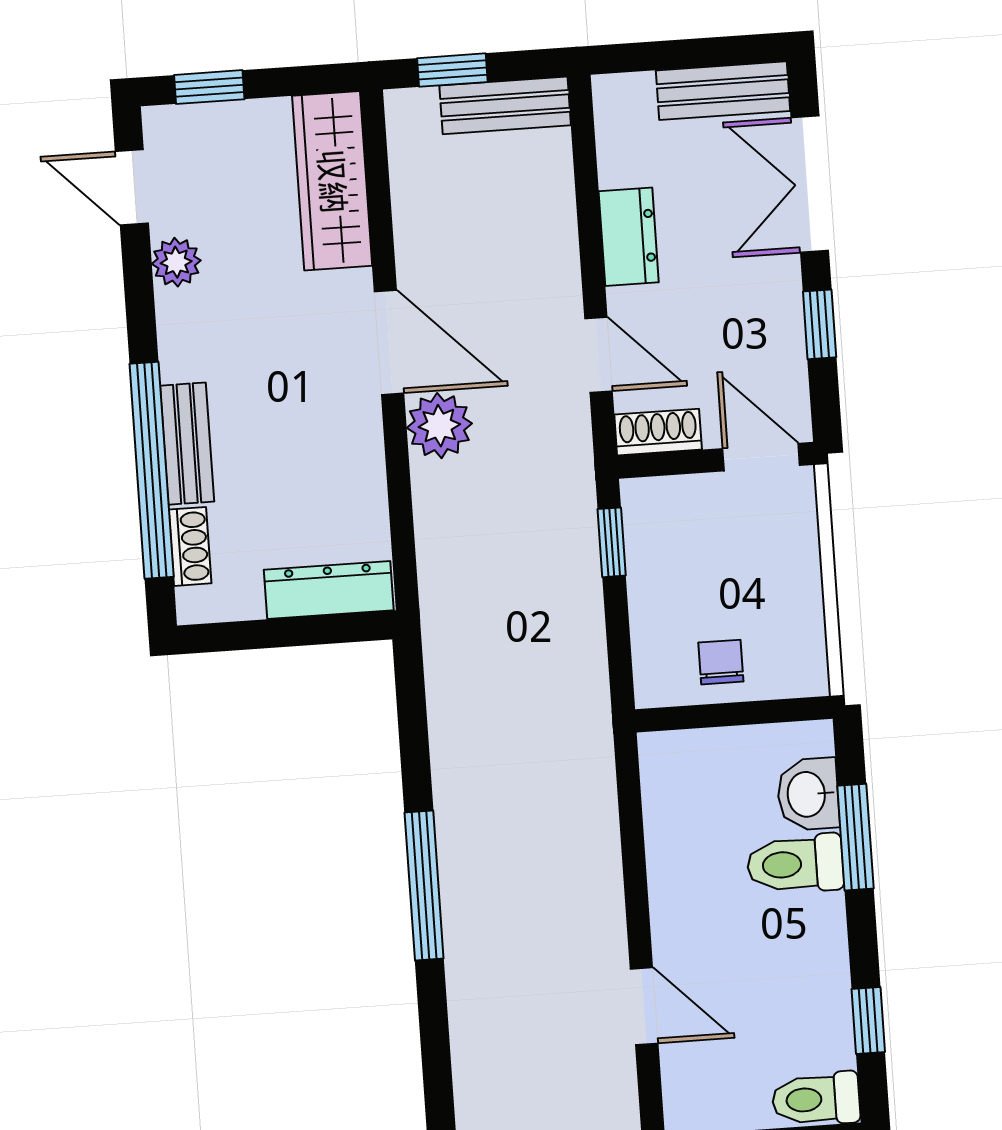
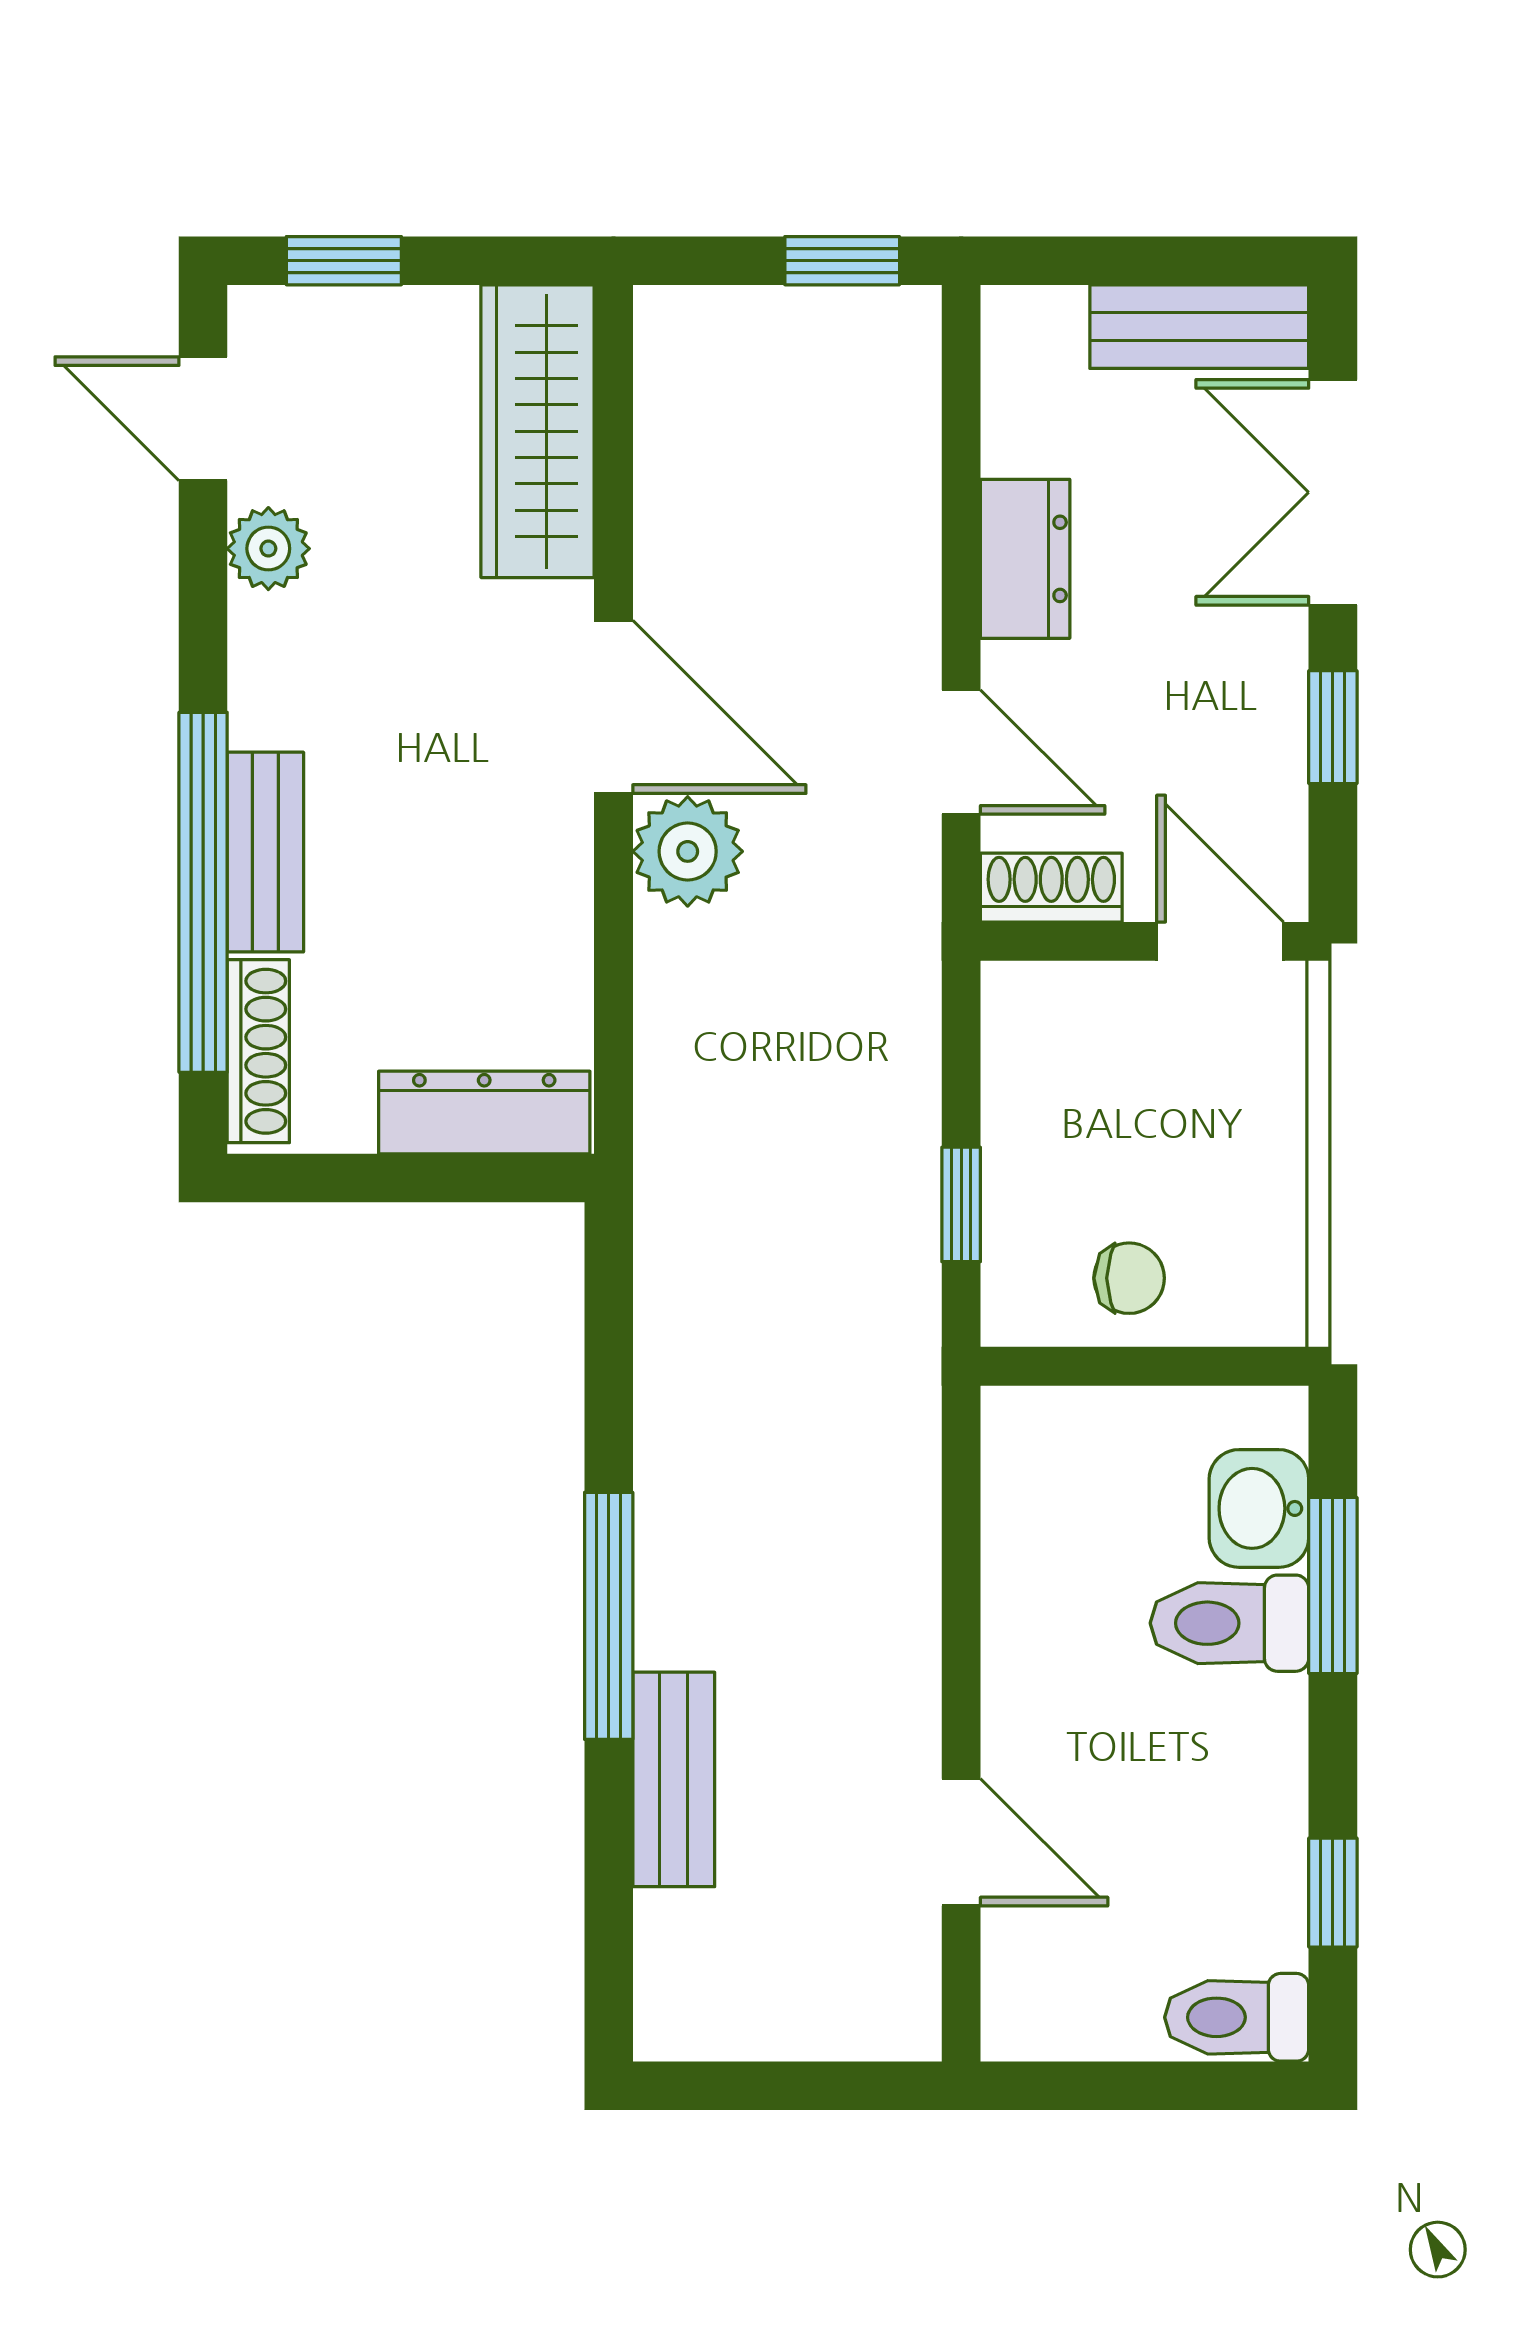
window: (452, 70) -> (842, 261), moved
bench: (505, 105) -> (674, 1779), moved, turned 90
window: (612, 542) -> (961, 1204), moved
shoe rack: (190, 546) -> (258, 1051), width x1.43
chair: (721, 662) -> (1129, 1278), turned 90

